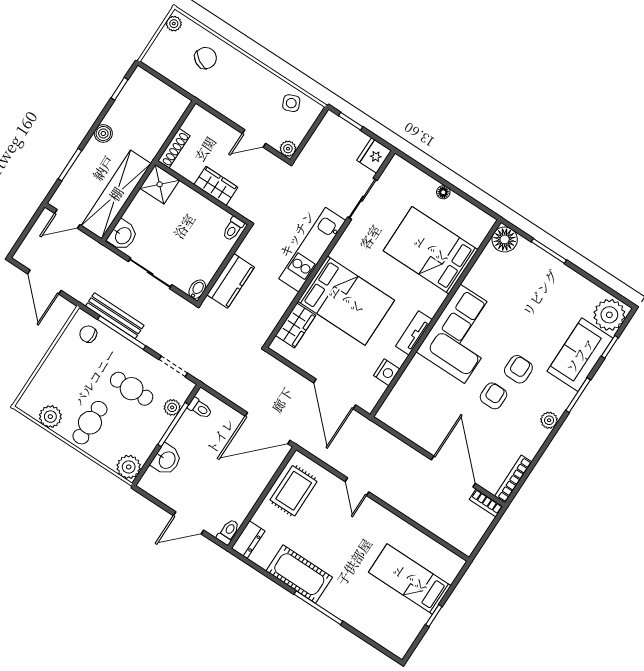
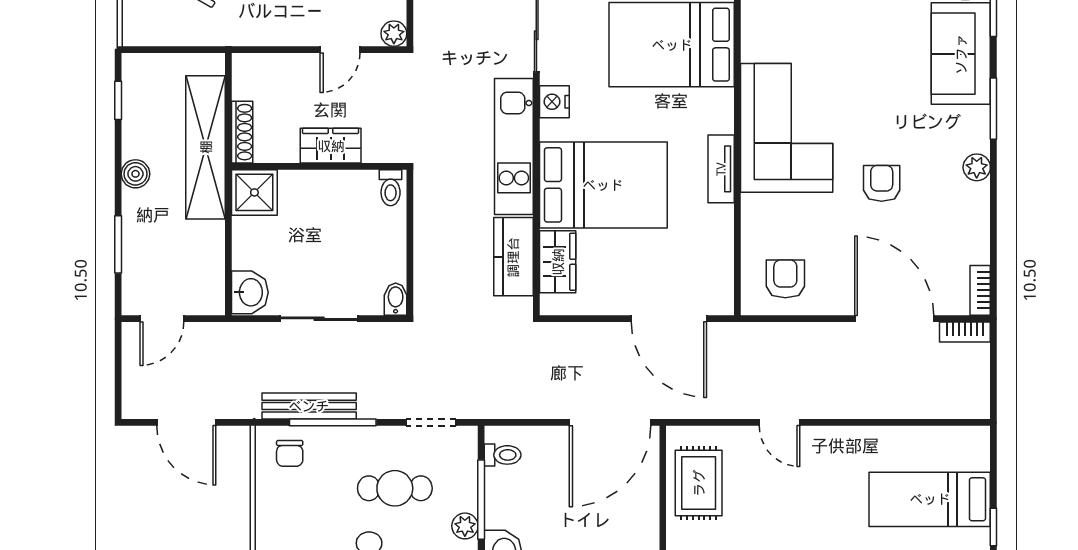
shelving: (116, 194) -> (206, 147), moved
kitchen counter: (231, 281) -> (513, 257), moved, turned 180
chair: (88, 334) -> (290, 453), turned -90
armchair: (518, 369) -> (785, 279), moved
nightstand: (387, 372) -> (554, 102), moved, turned 180
plant: (172, 407) -> (465, 526), moved
bookcase: (513, 479) -> (980, 290), width x0.64

